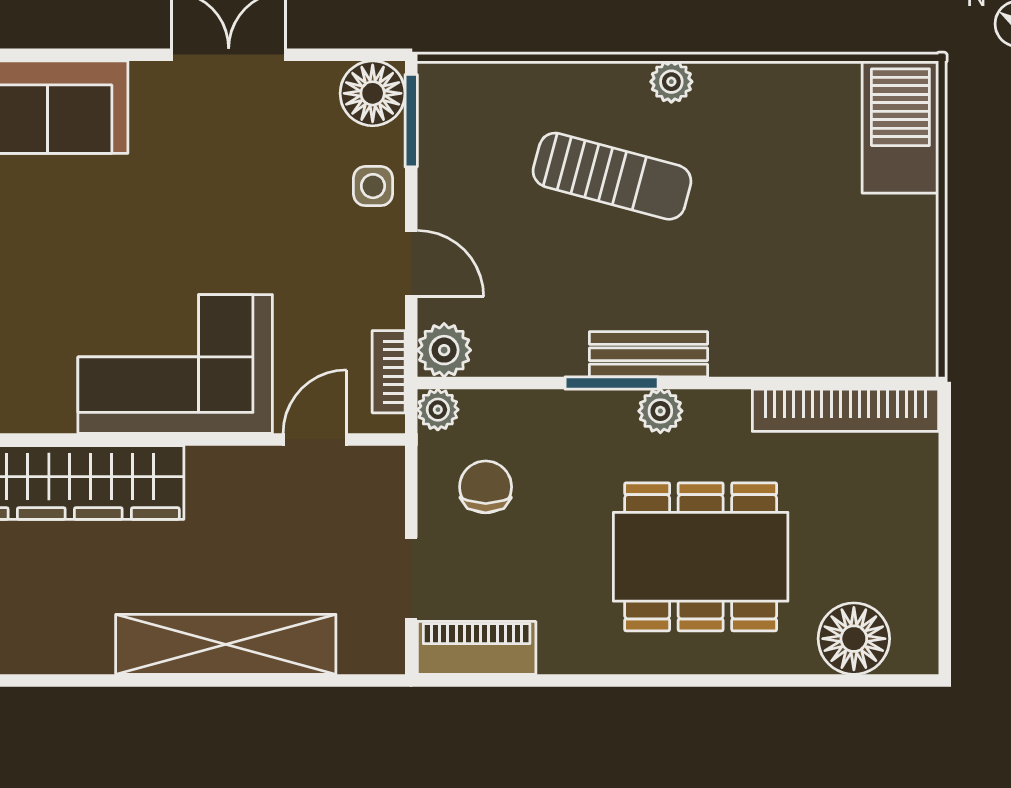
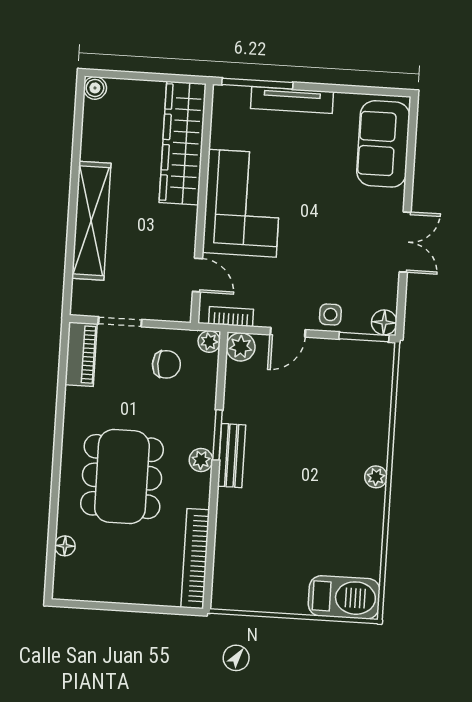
floor lamp: (373, 93) -> (384, 322), width x0.73, depth x0.73
sun lounger: (612, 176) -> (328, 442), removed
floor lamp: (854, 639) -> (65, 546), width x0.53, depth x0.53

